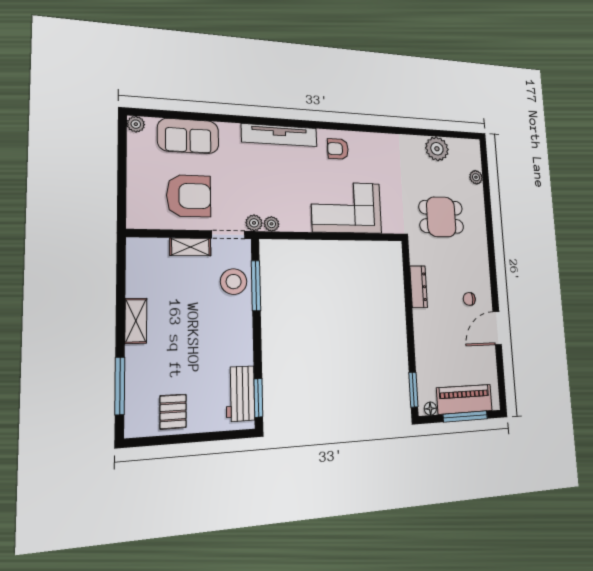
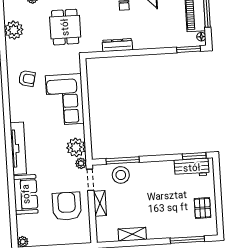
sofa: (188, 136) -> (26, 194), moved
armchair: (338, 149) -> (27, 79), moved, turned -77
plant: (272, 224) -> (76, 147), width x1.88, depth x1.88
shelving: (136, 321) -> (132, 234), moved
pallet: (173, 412) -> (202, 208), turned 90

